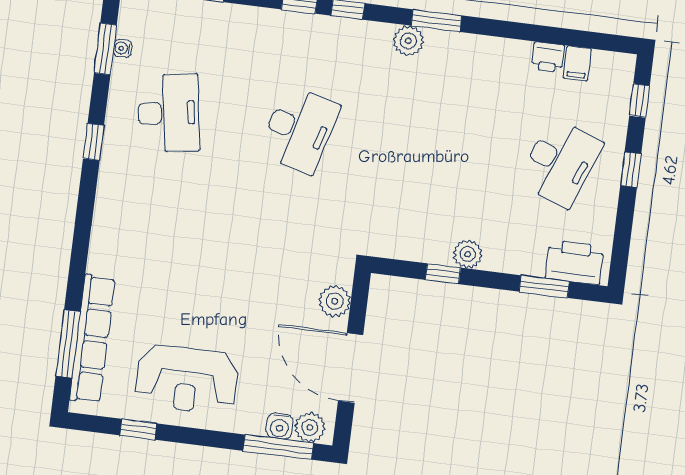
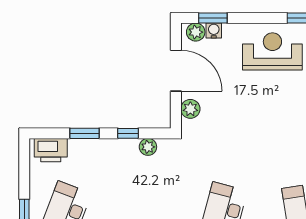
plant: (468, 254) -> (148, 147), moved
window: (544, 287) -> (84, 133), moved
window: (278, 447) -> (213, 18), width x0.69

